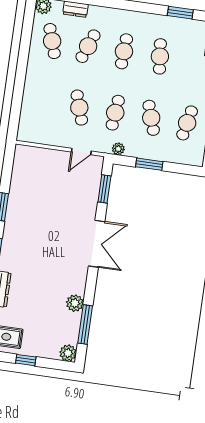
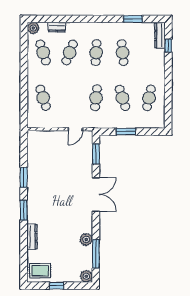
cafe table: (79, 108) -> (43, 98), moved
plant: (118, 149) -> (102, 124), removed

